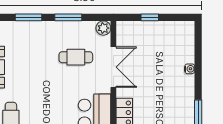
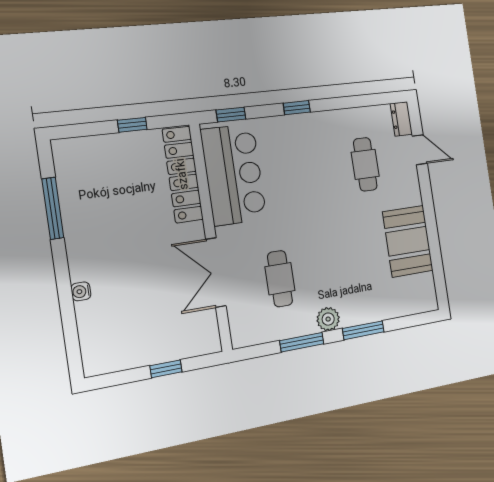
plant: (103, 28) -> (328, 319), moved
cafe table: (76, 57) -> (280, 279), turned 90

